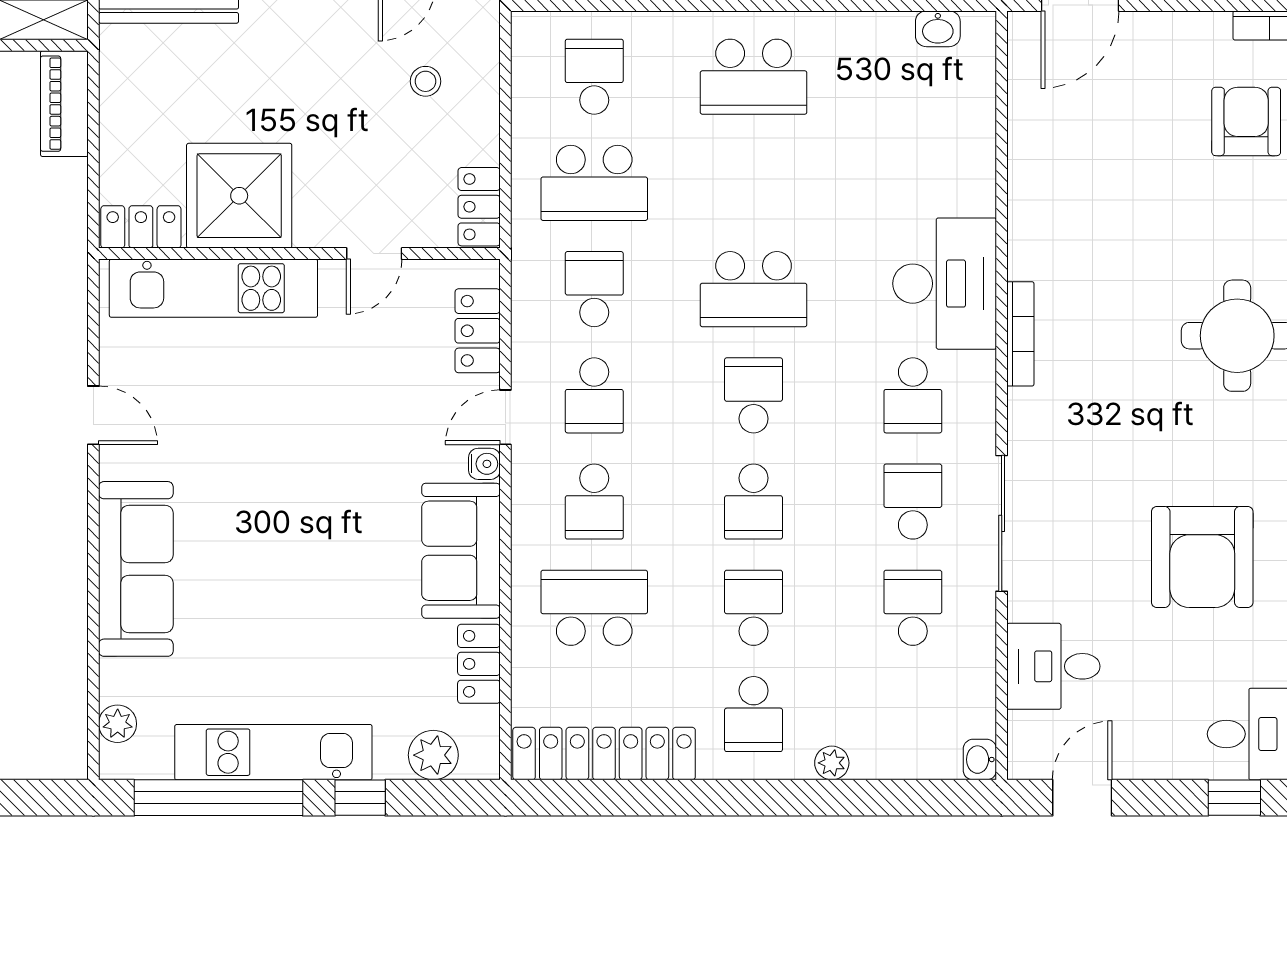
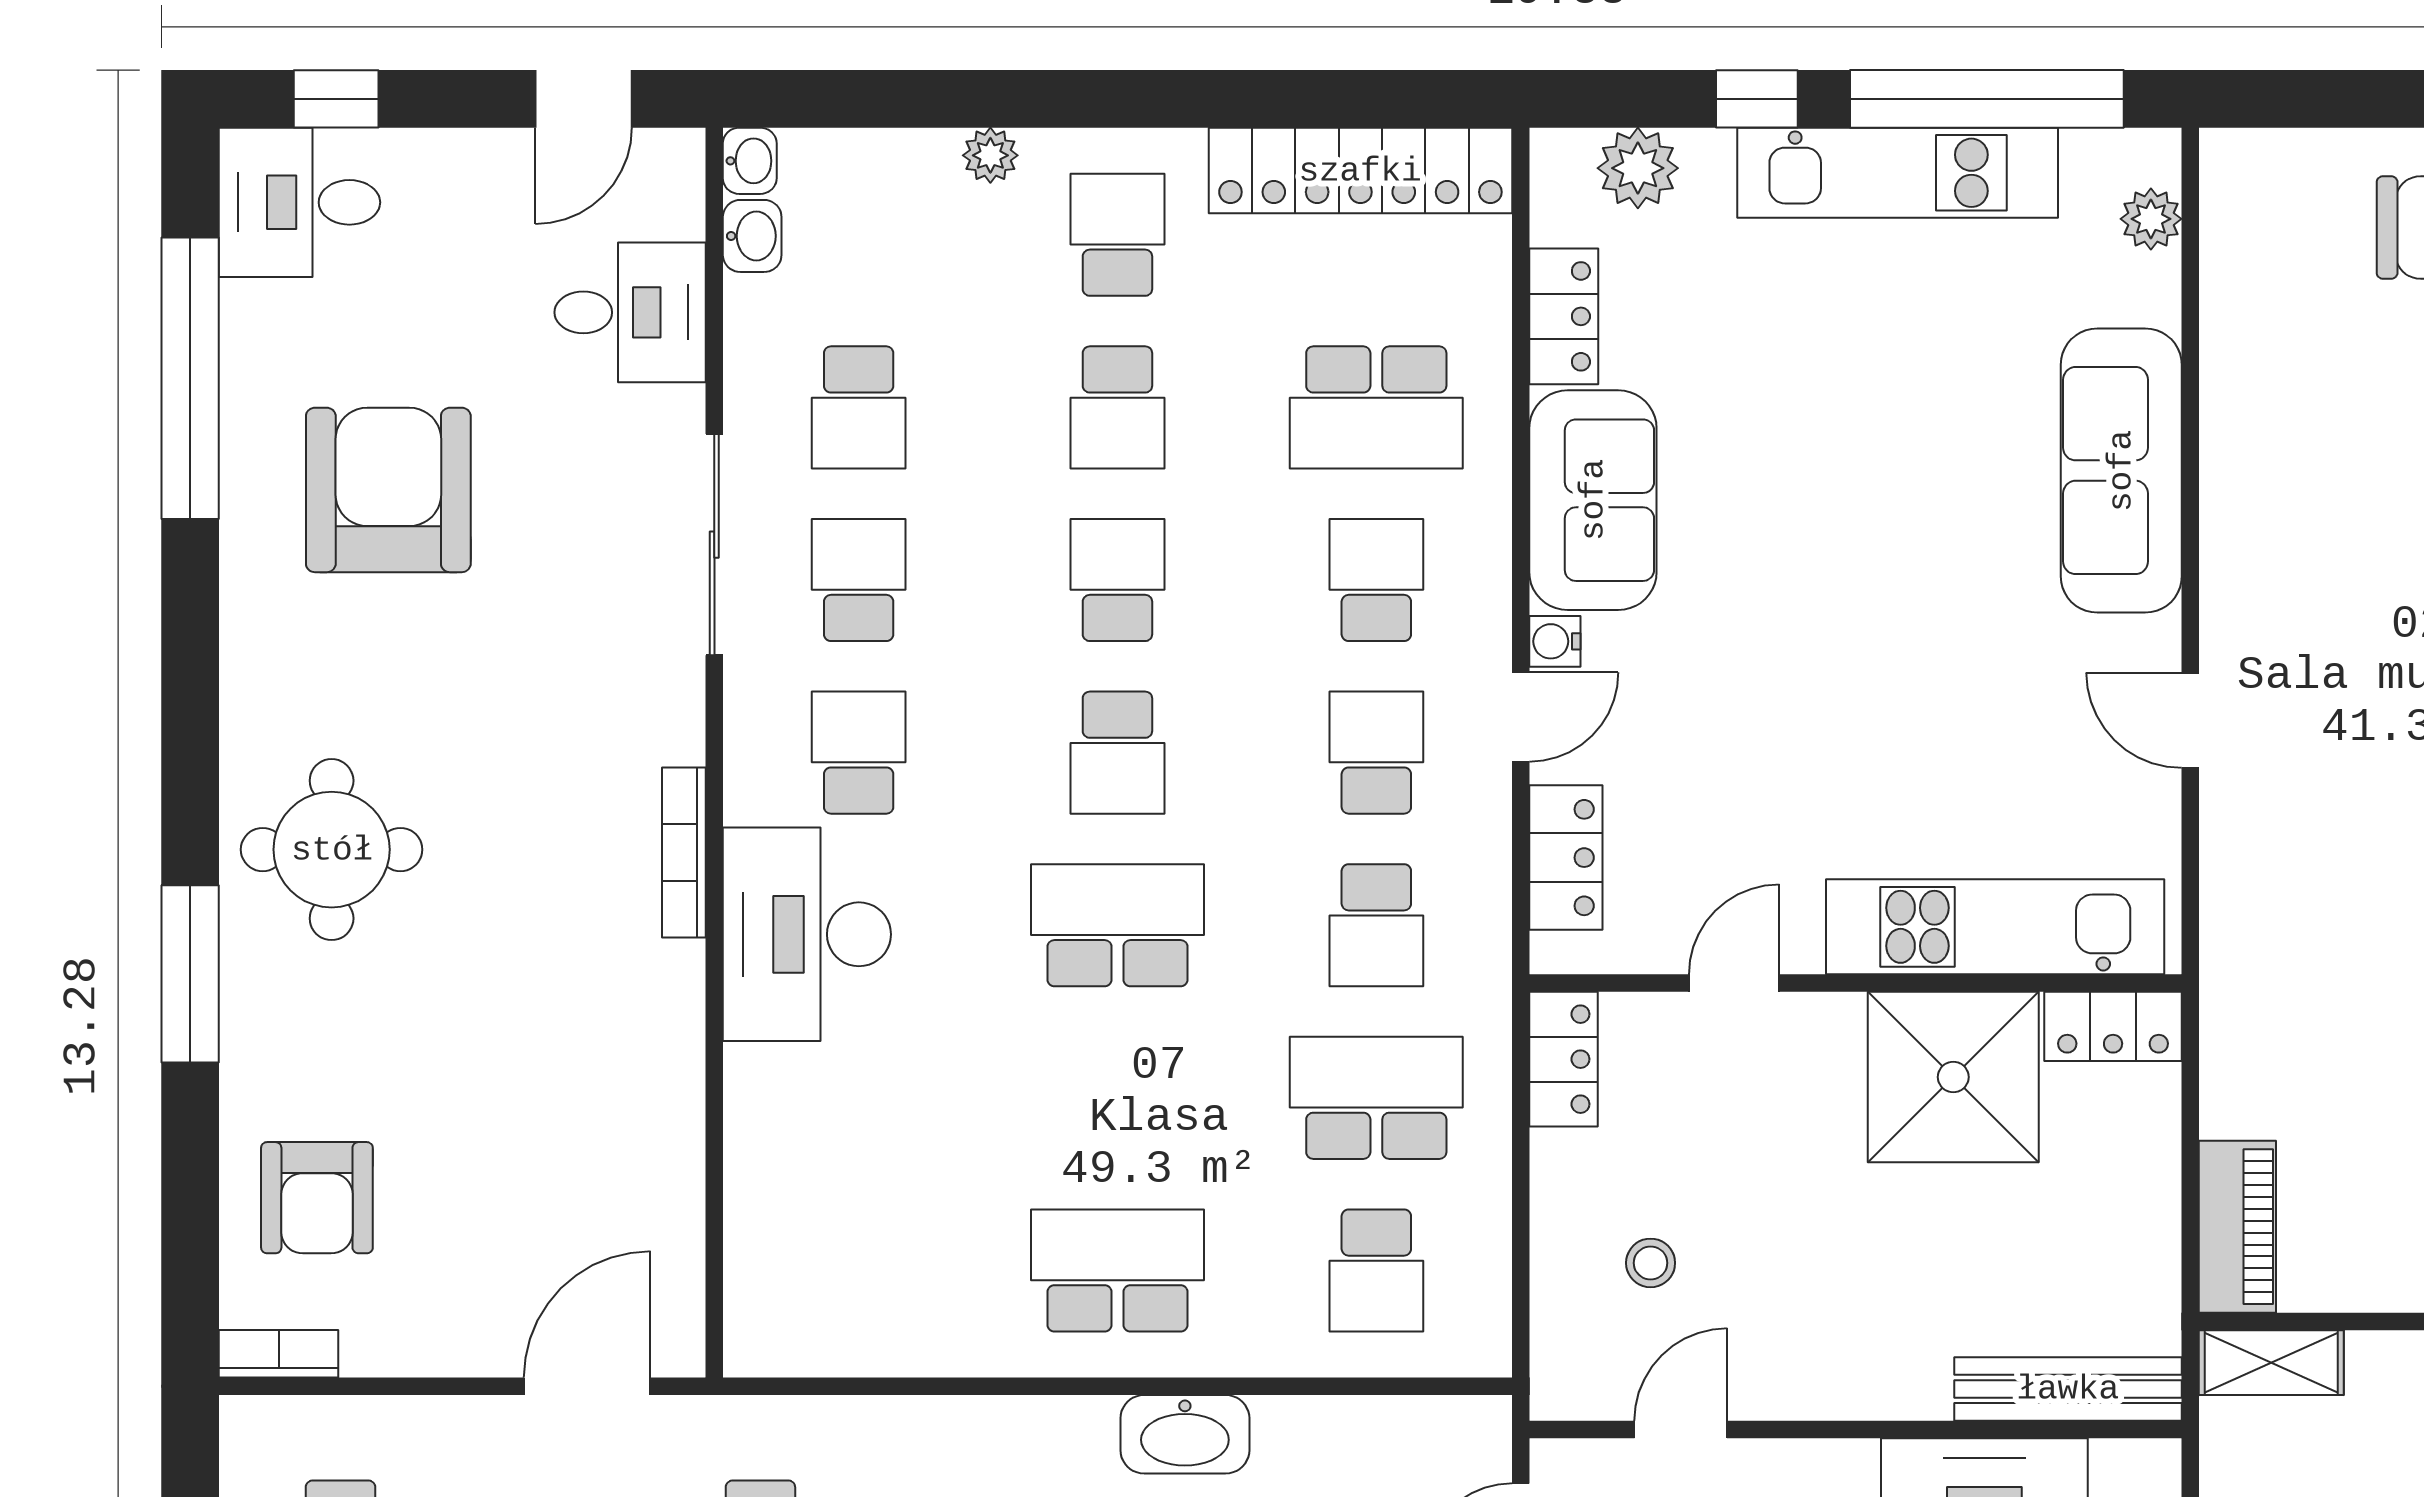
washbasin: (938, 29) -> (752, 236), moved, turned 90
school desk: (913, 502) -> (859, 580), turned 180

